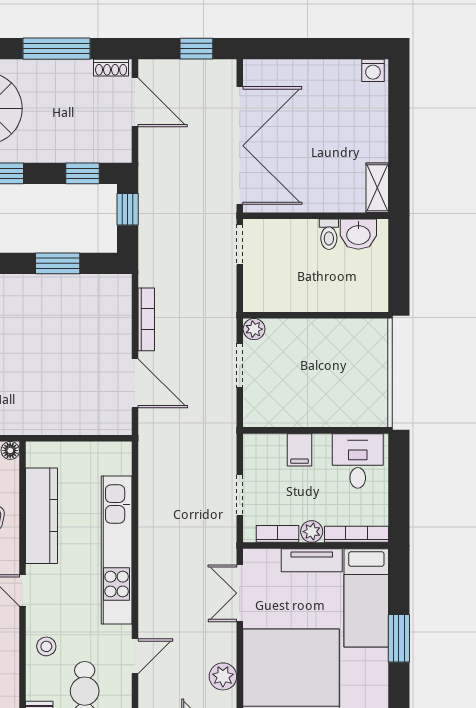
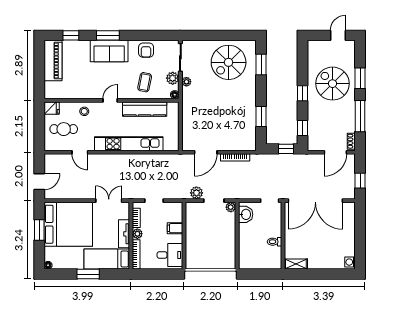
washbasin: (358, 234) -> (246, 214), moved, turned 180
plant: (223, 676) -> (196, 193), moved

